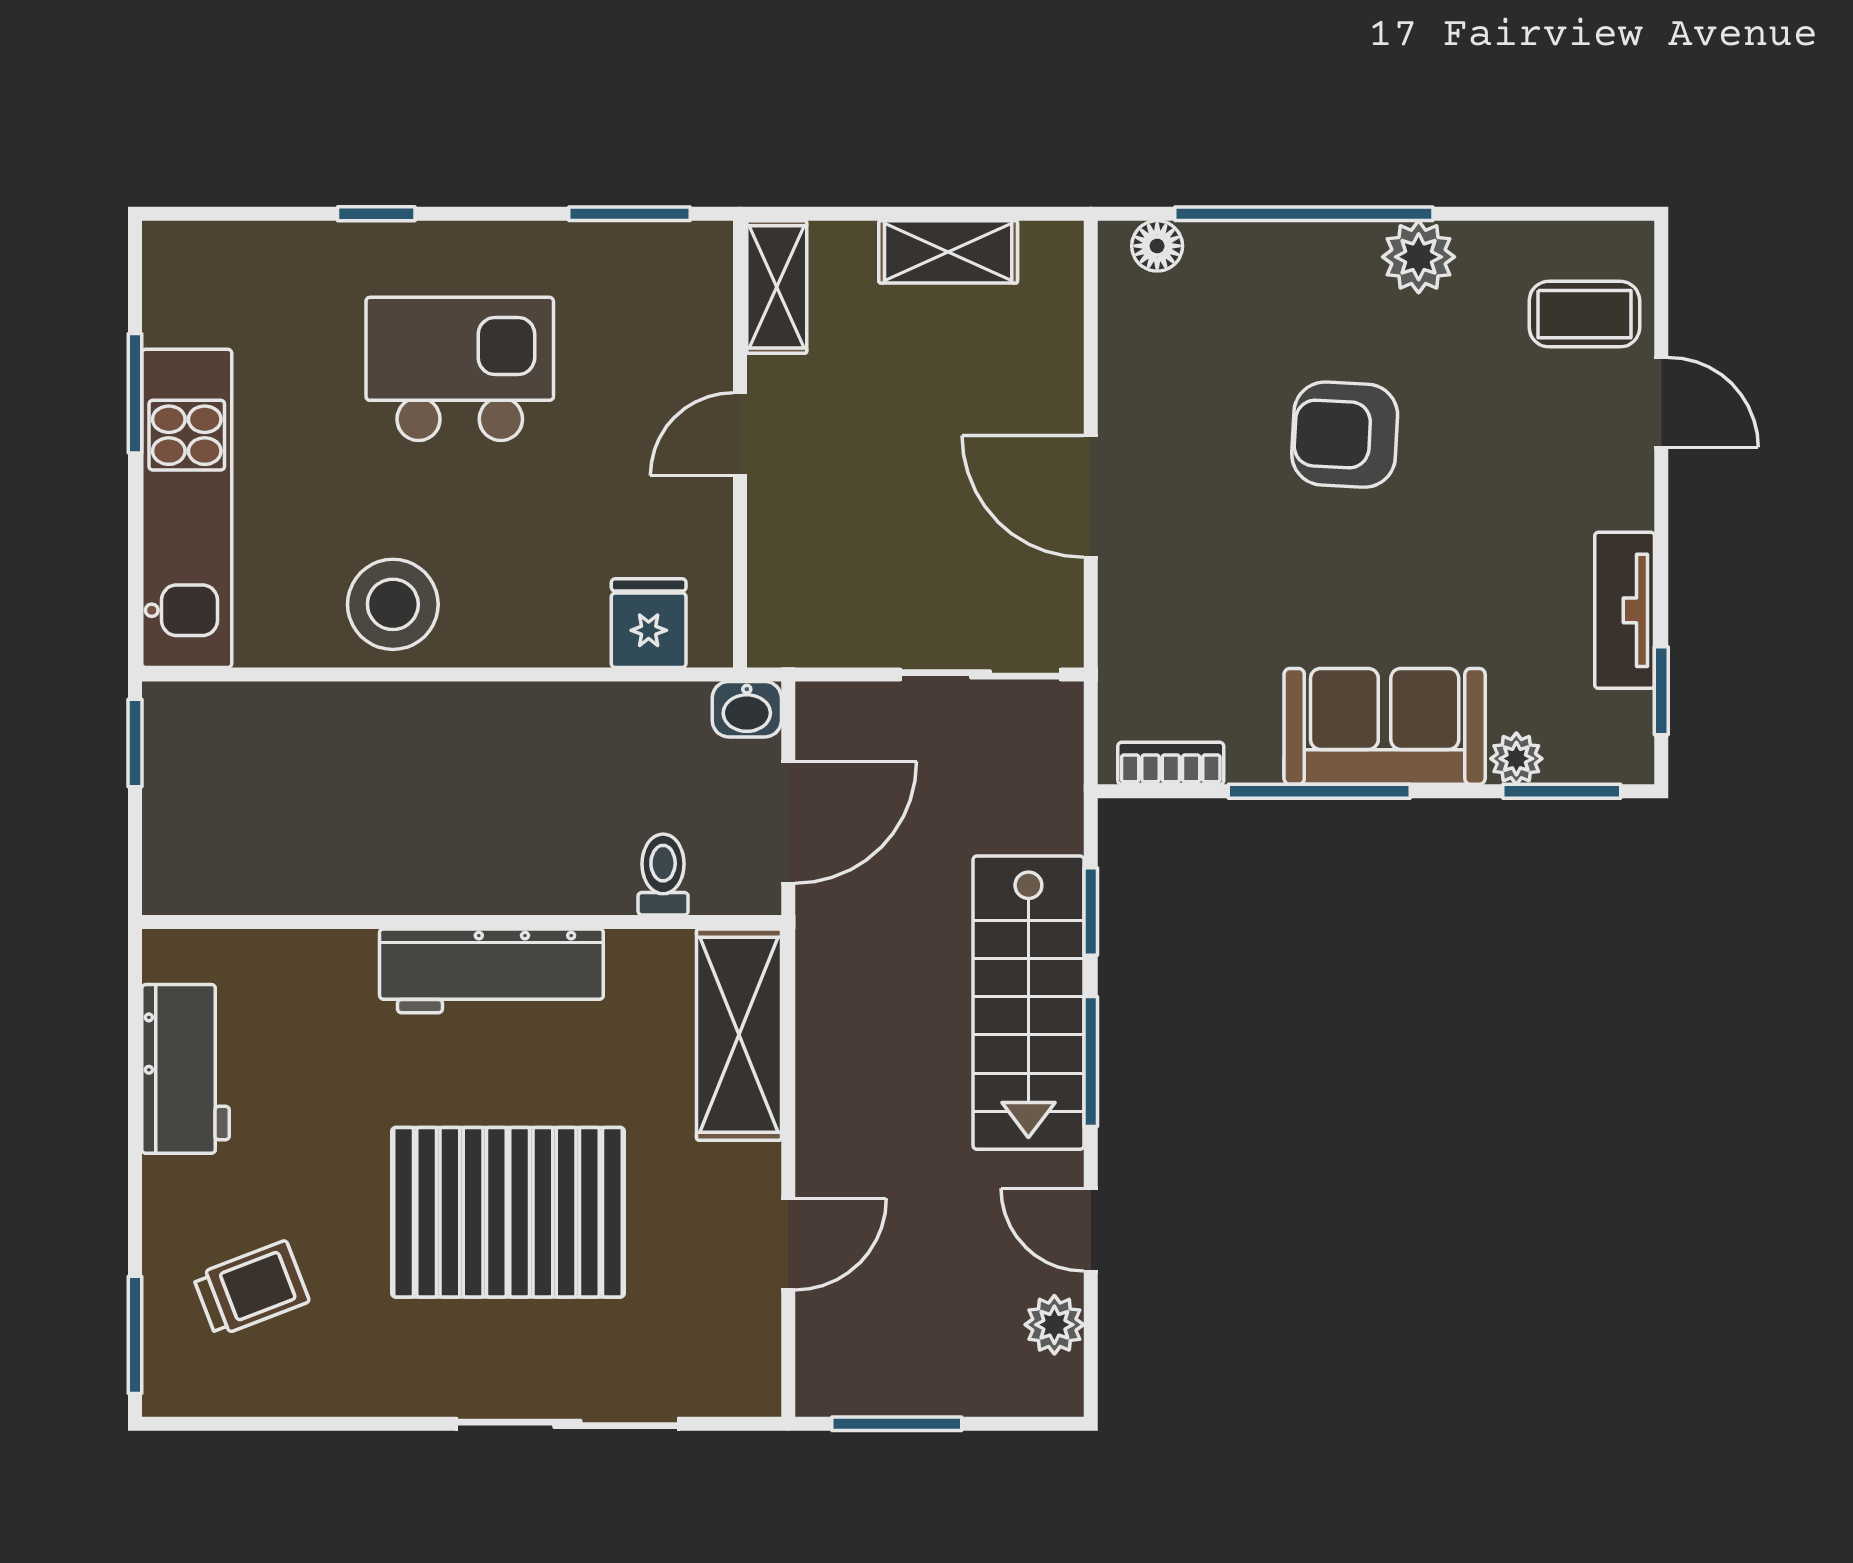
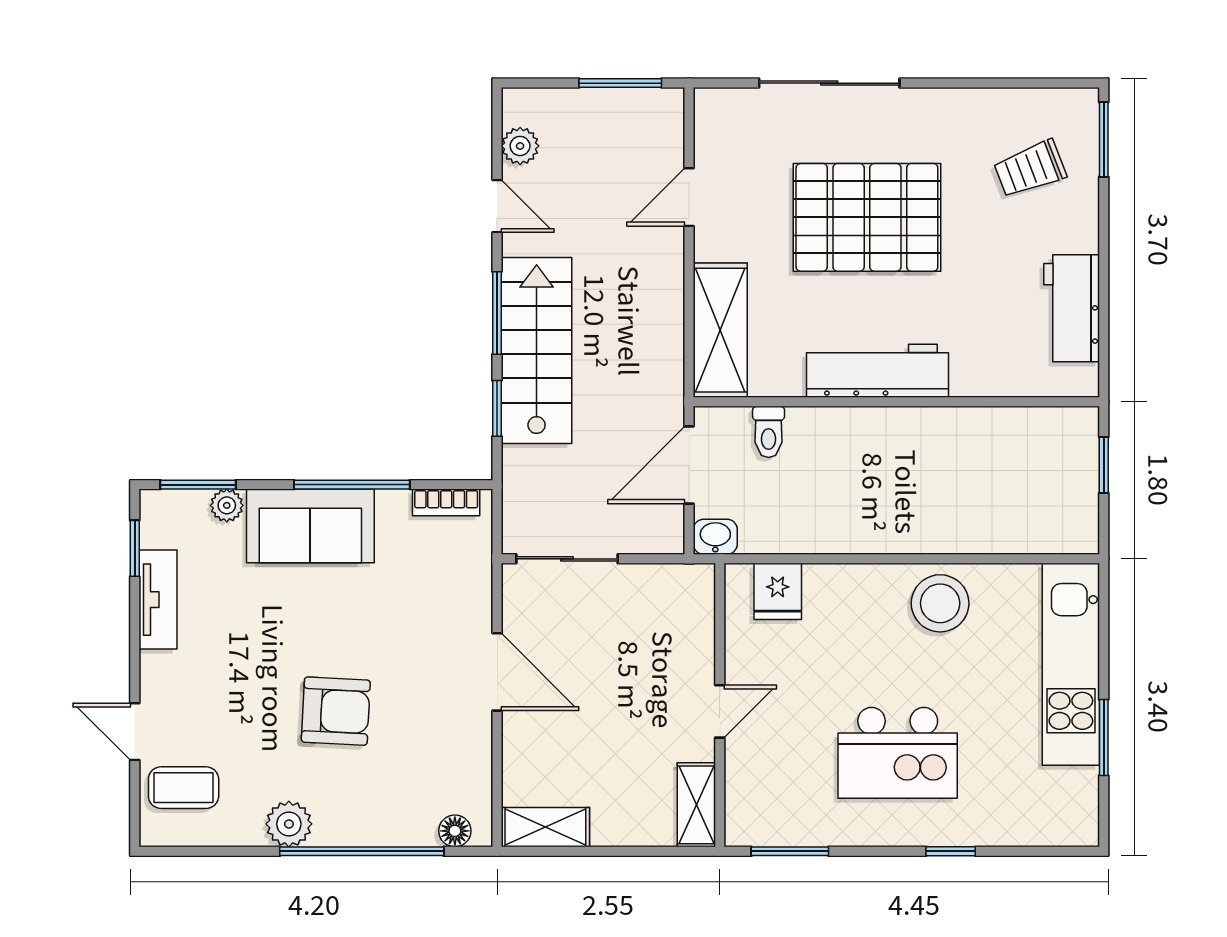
shelving: (948, 252) -> (545, 827), moved
window: (135, 743) -> (1104, 465), moved

